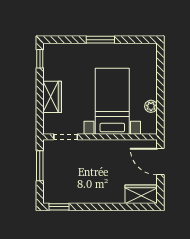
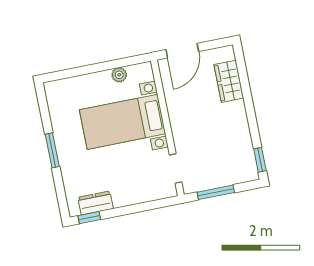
dresser: (51, 66) -> (96, 203), added
wardrobe: (52, 97) -> (131, 194), removed
wardrobe: (141, 194) -> (229, 81), moved

